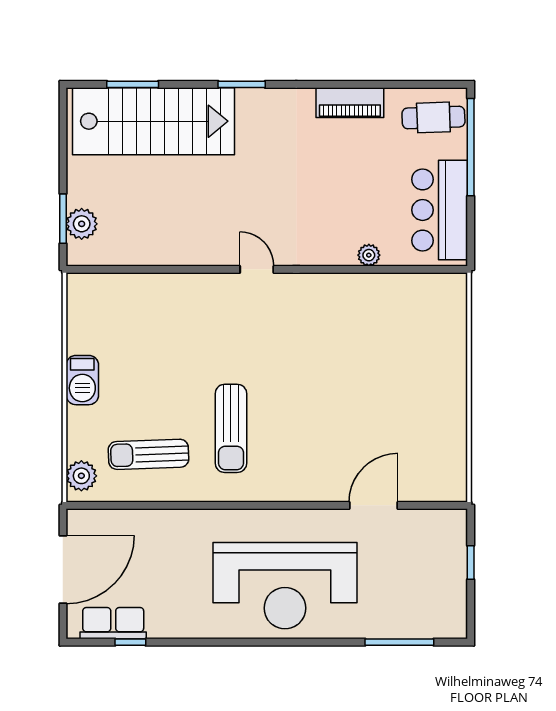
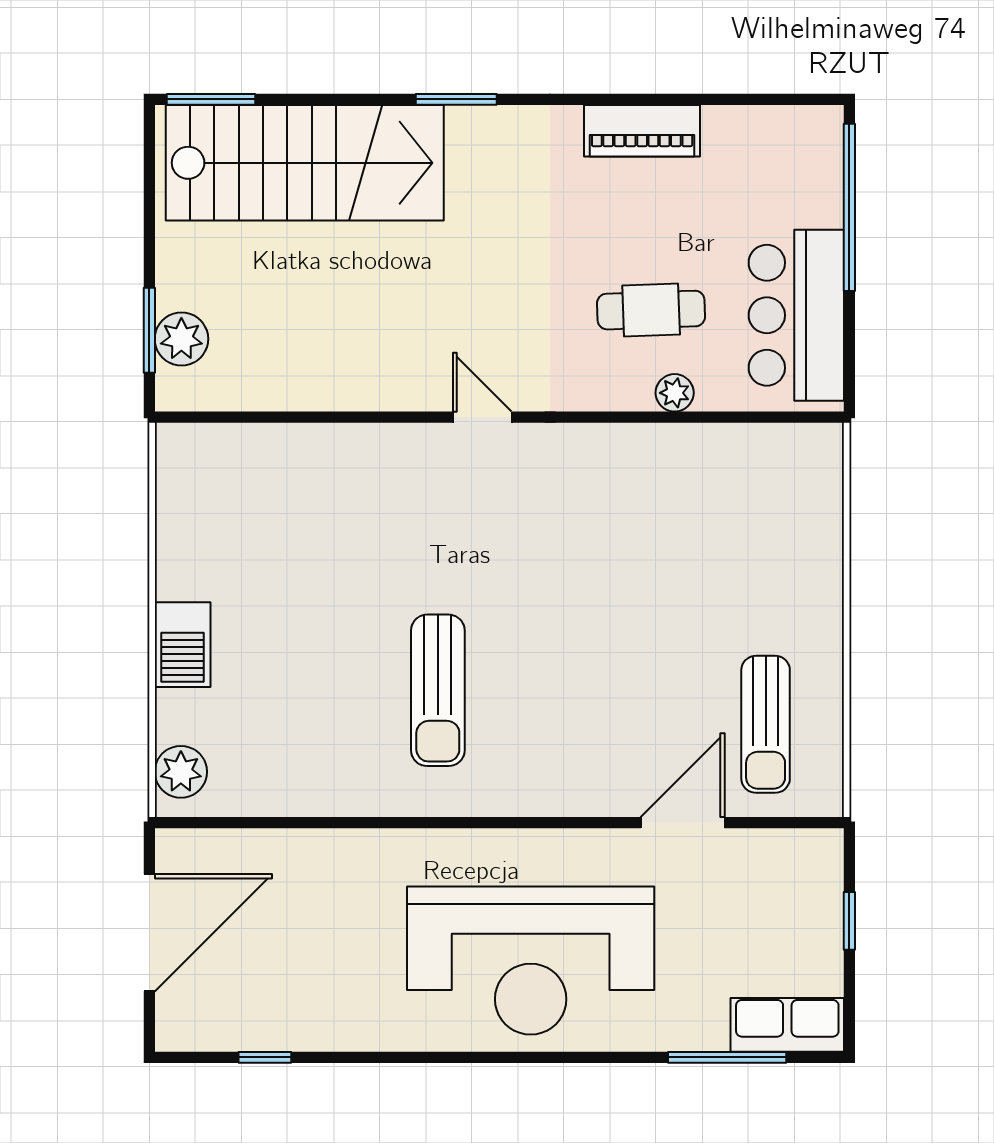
window: (133, 84) -> (211, 99), moved
cafe table: (433, 117) -> (651, 310), moved
barbecue: (82, 380) -> (183, 645), moved
sun lounger: (148, 454) -> (766, 724), moved, turned -88
row of seats: (113, 623) -> (787, 1025), moved

